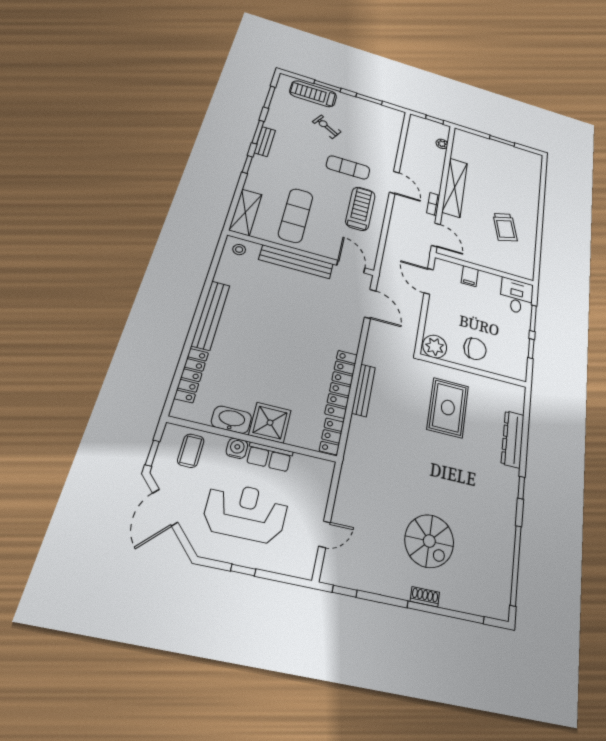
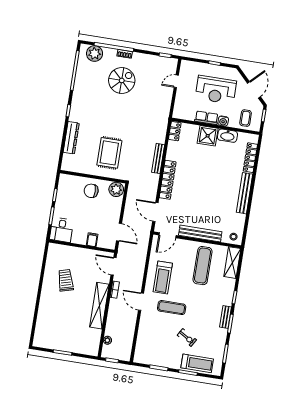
door: (351, 267) -> (168, 235), hinge flipped
locker: (341, 384) -> (168, 180), moved
spiral stairs: (429, 541) -> (122, 80), turned 90
plant: (482, 599) -> (95, 53), added

